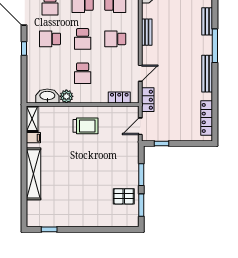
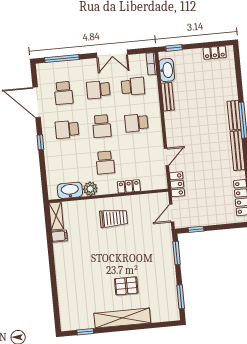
bench: (207, 21) -> (234, 115), moved
bench: (147, 32) -> (168, 97), moved
locker: (119, 98) -> (129, 186), moved
shelving: (34, 174) -> (122, 318), moved, turned 90
window: (141, 175) -> (177, 253), moved
pallet: (124, 196) -> (126, 286), moved

